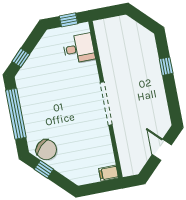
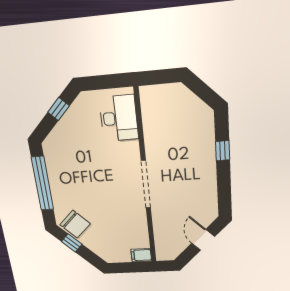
window: (68, 20) -> (108, 82), removed
desk: (79, 48) -> (119, 118), width x1.37
window: (21, 58) -> (59, 109), moved

